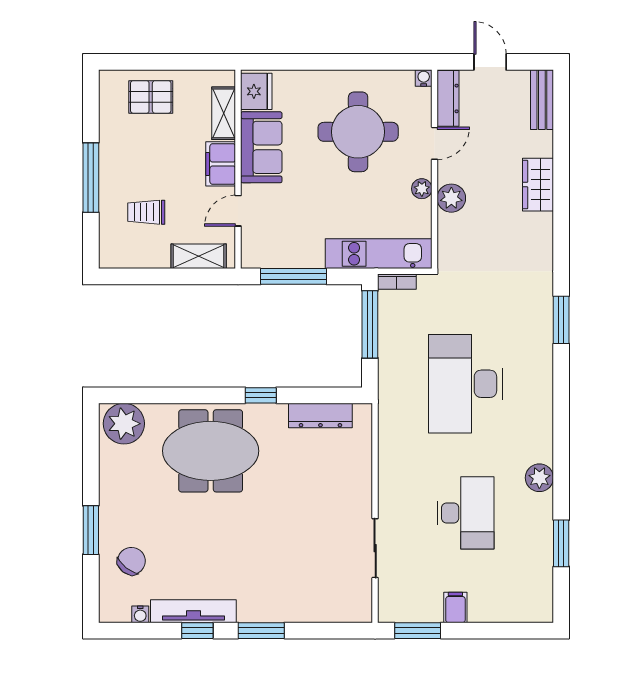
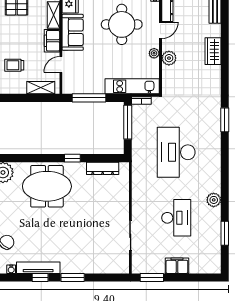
filing cabinet: (455, 607) -> (177, 266), width x2.00

